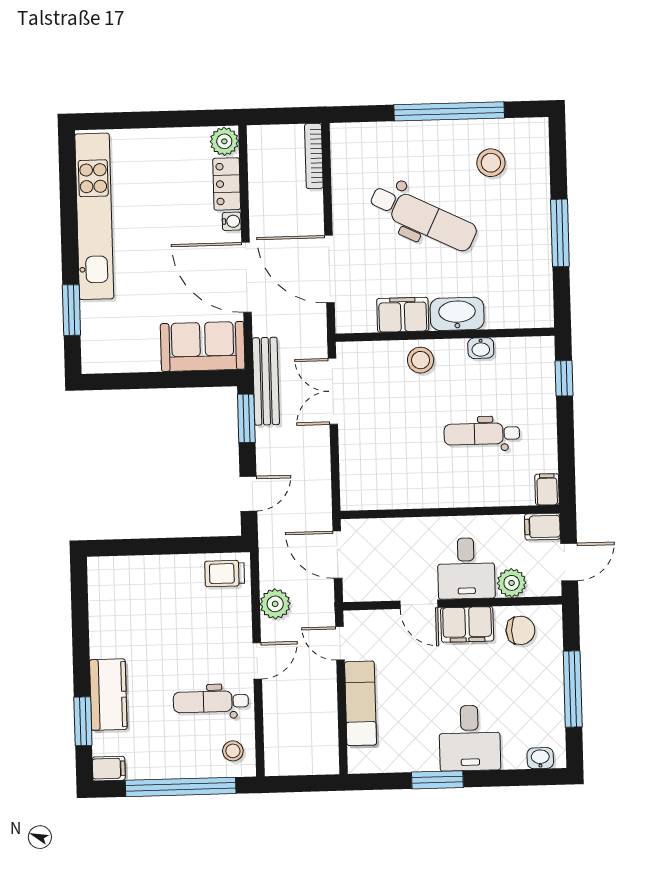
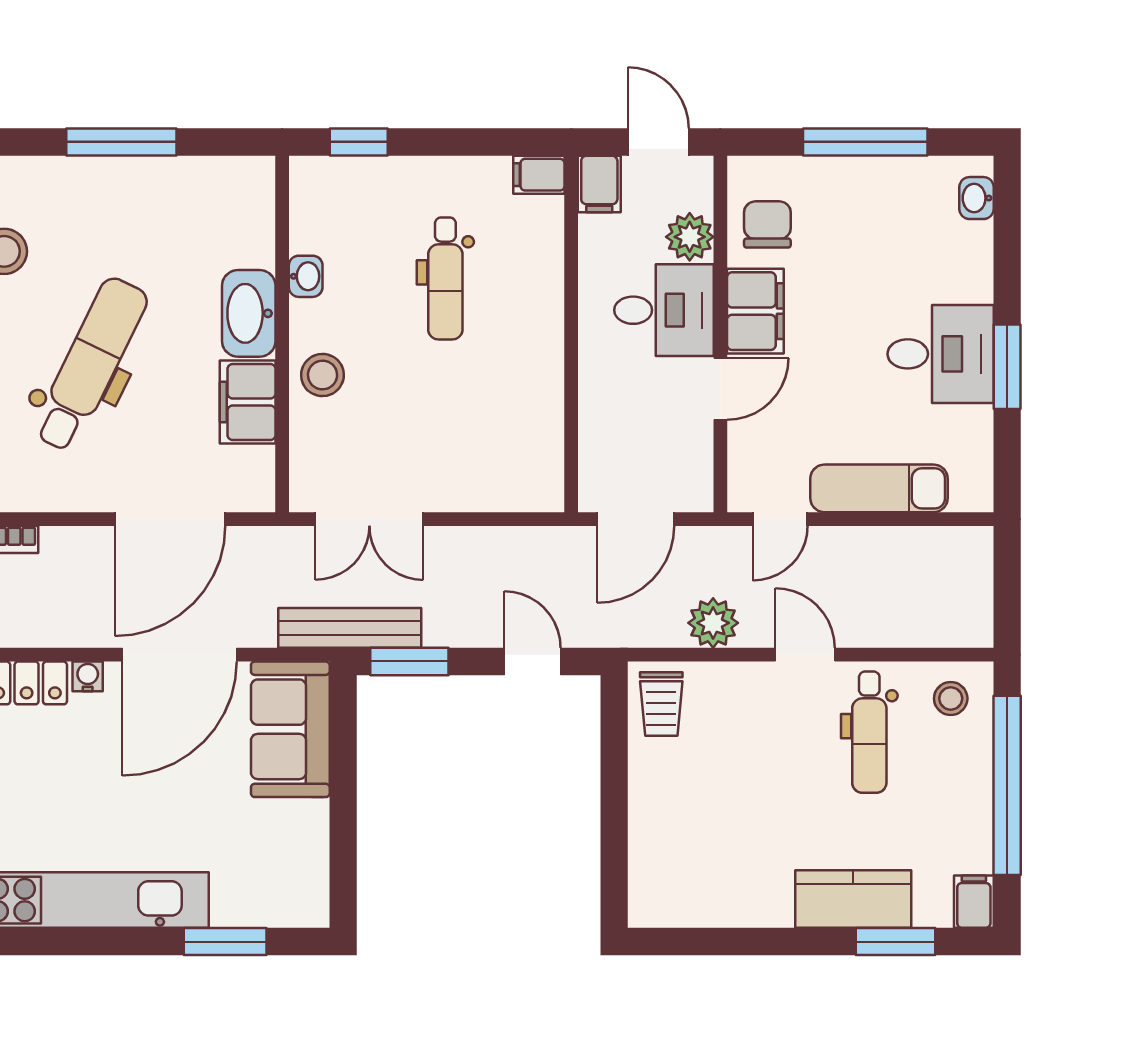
desk: (470, 738) -> (941, 354), moved

